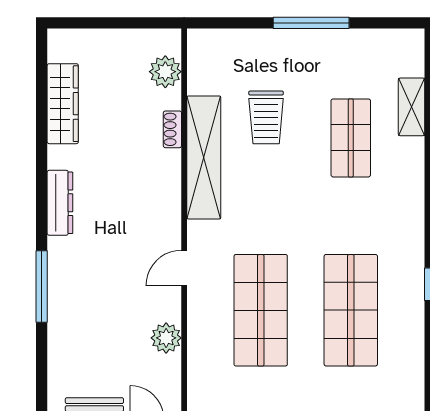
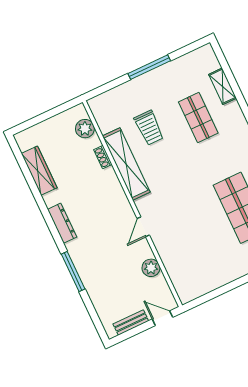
shop shelf: (261, 310) -> (194, 230), removed

